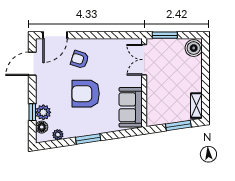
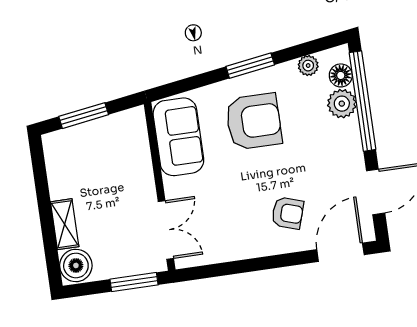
armchair: (86, 94) -> (254, 121), moved
shelving: (196, 106) -> (65, 224), moved
window: (32, 112) -> (362, 101), width x3.17

